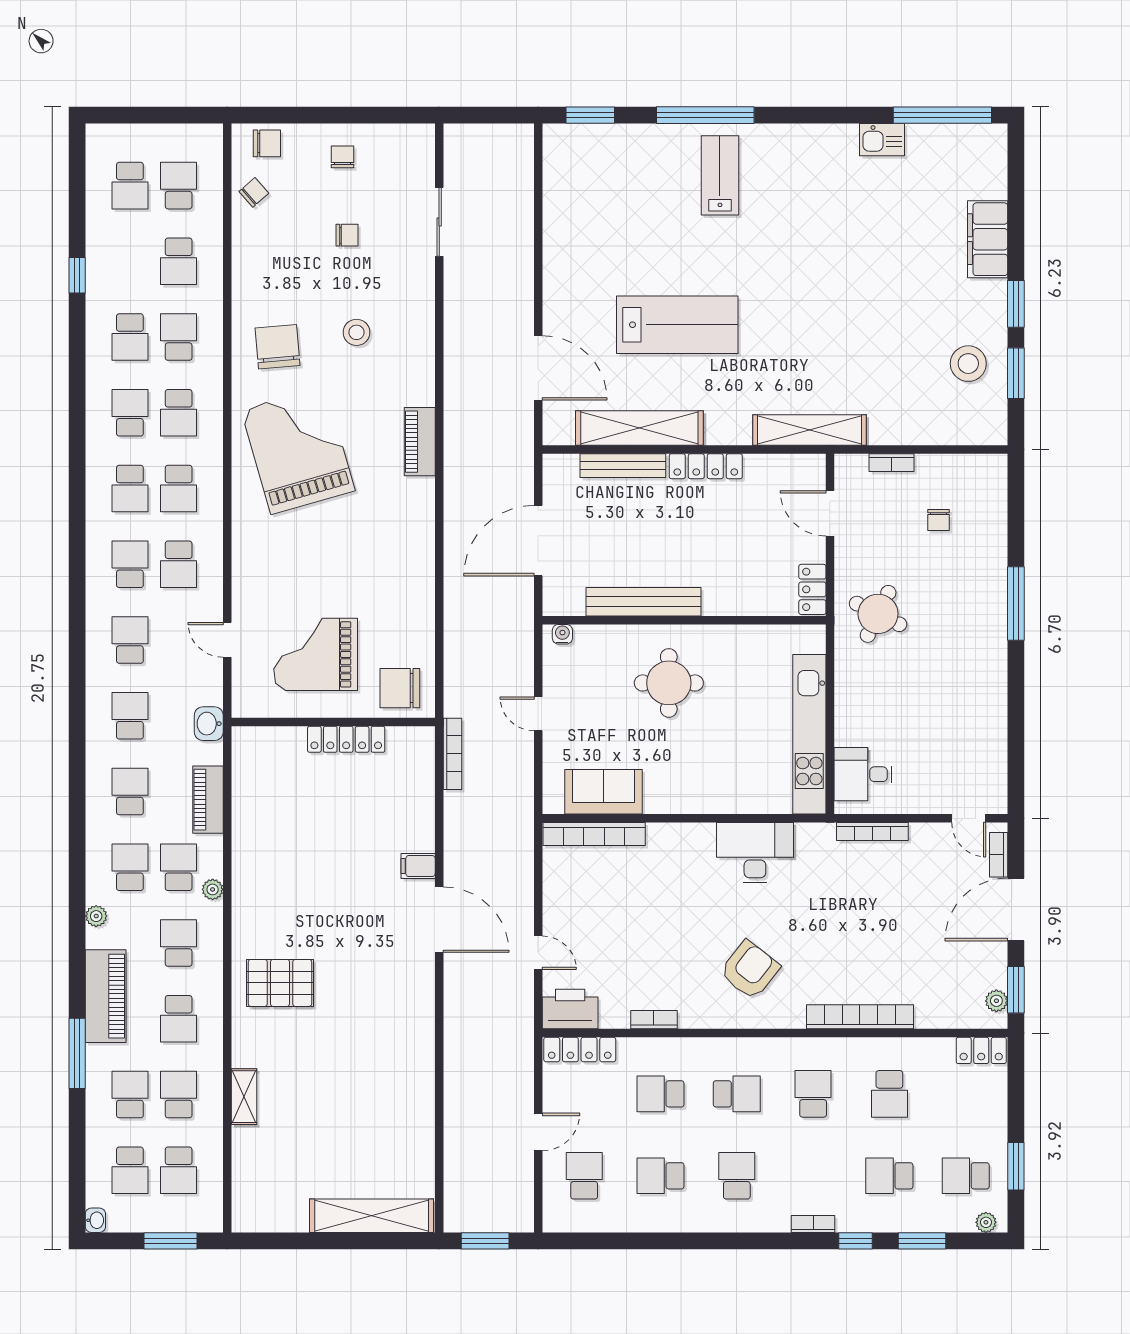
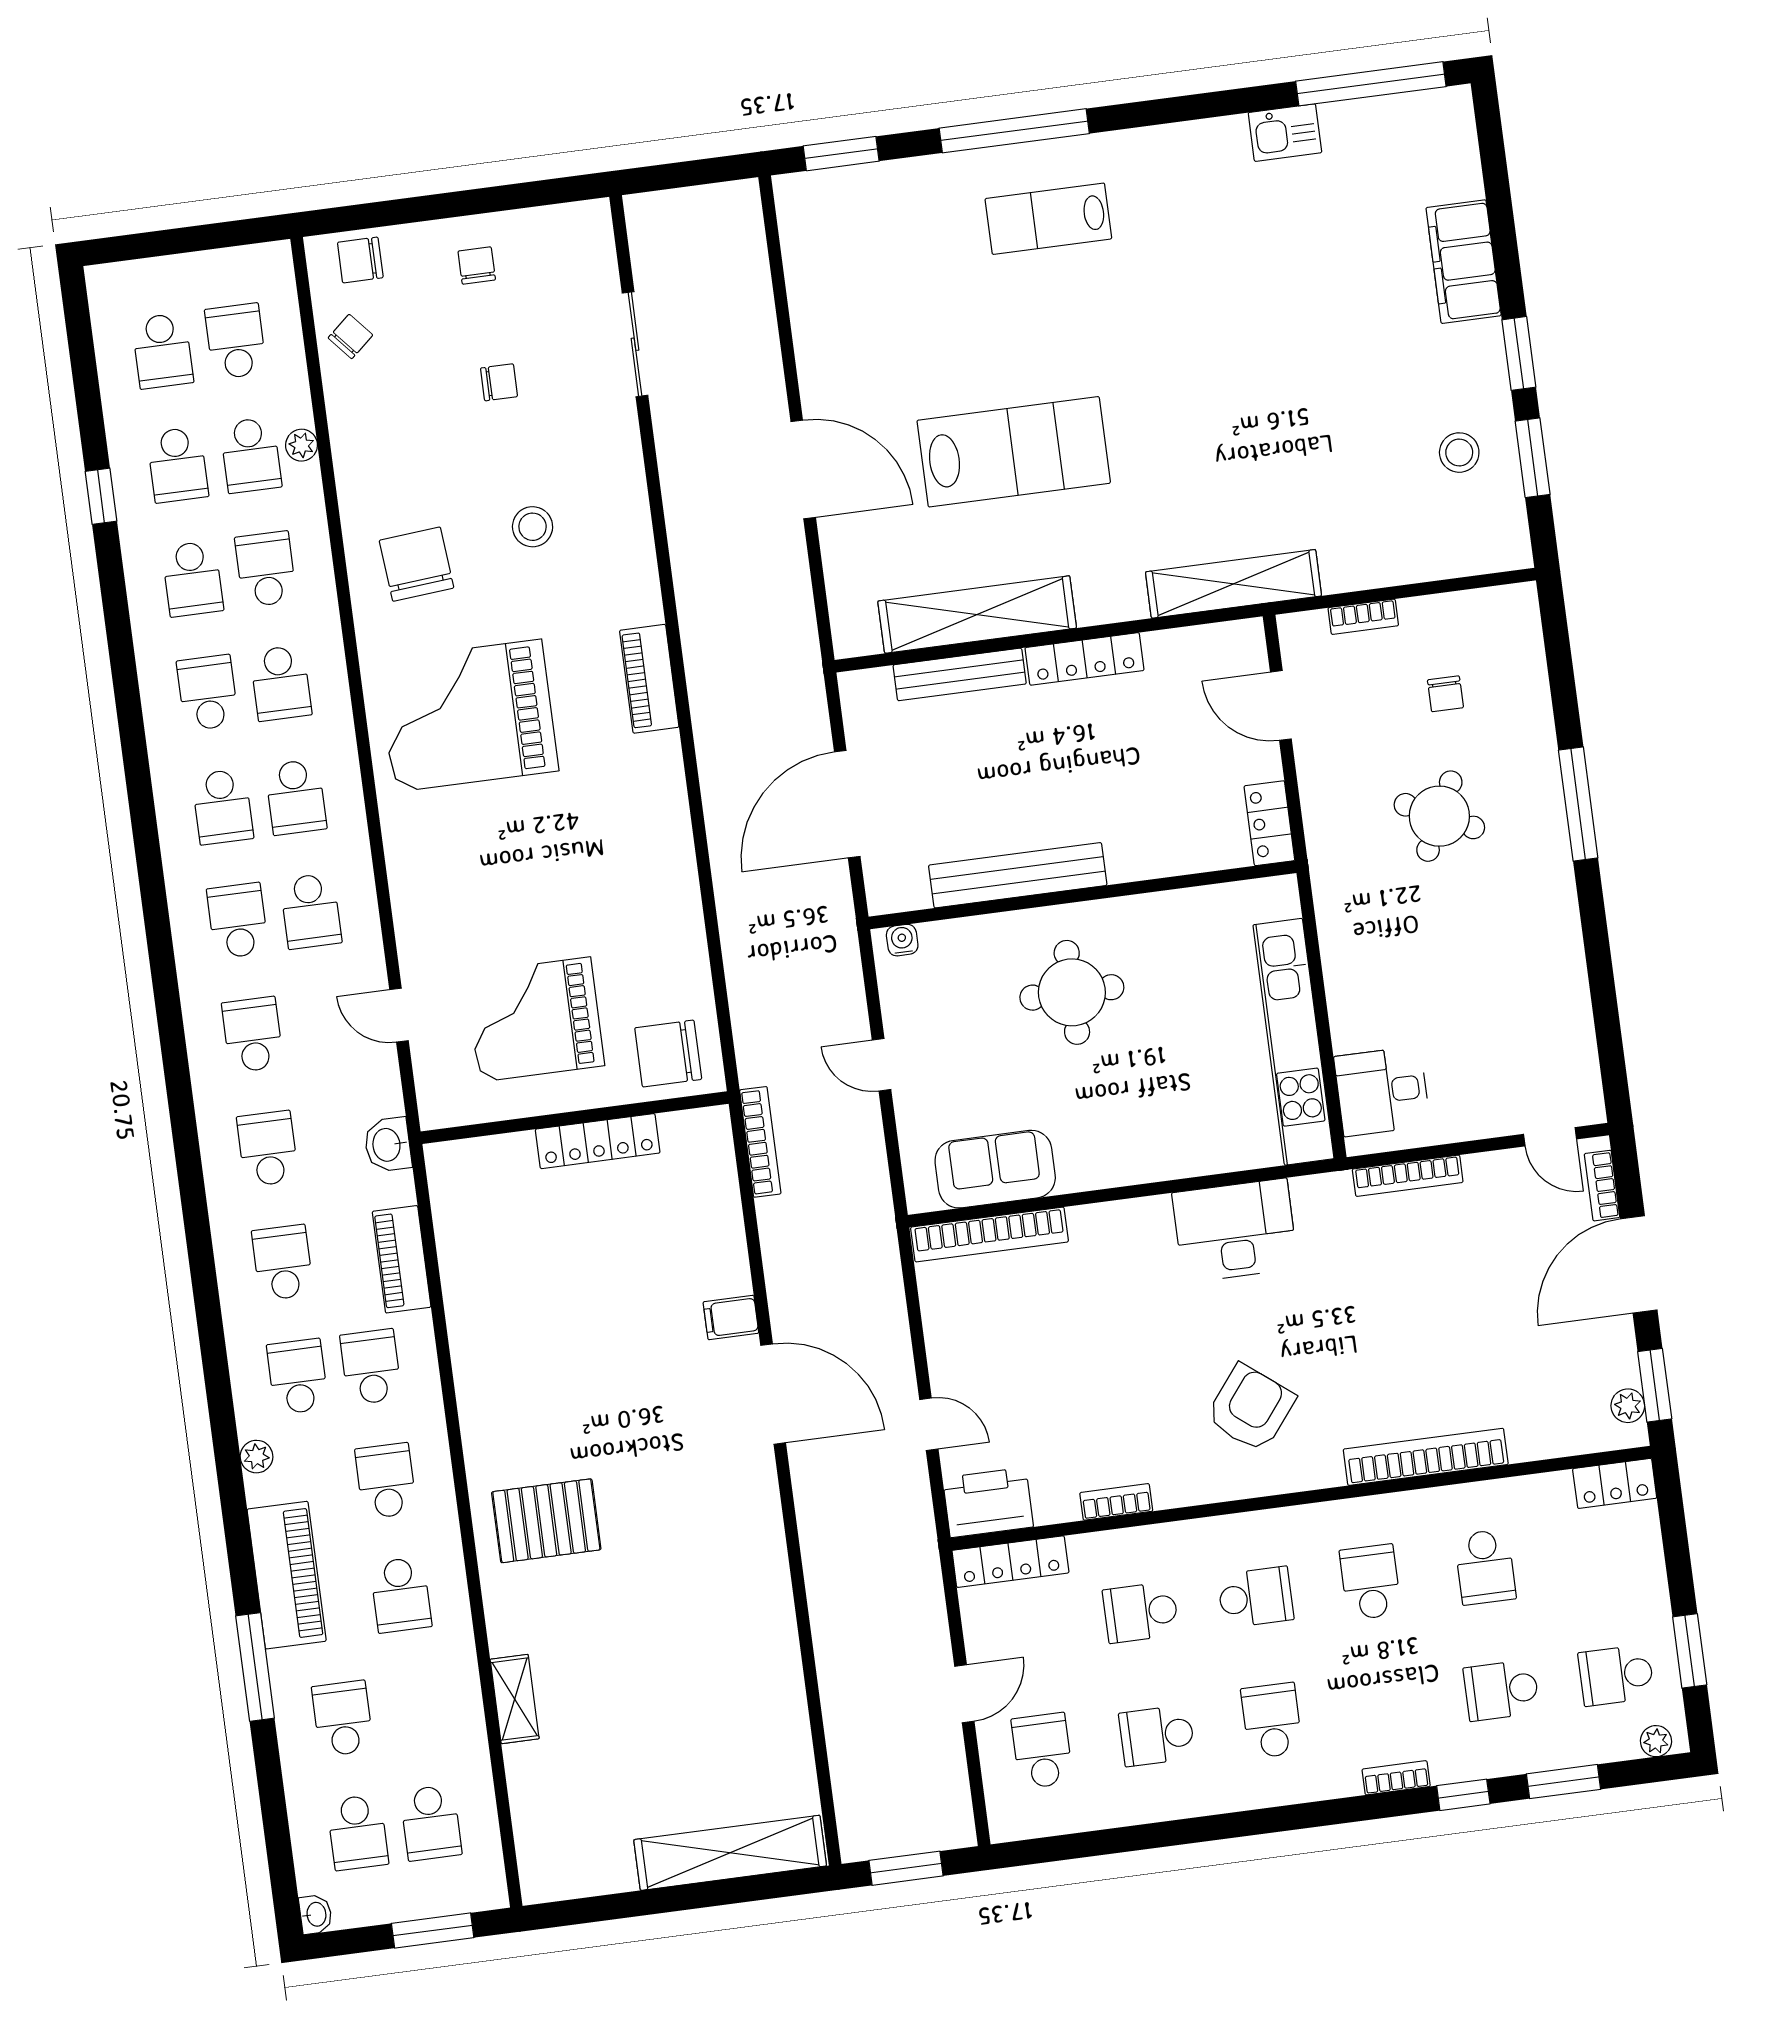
chair: (267, 143) -> (360, 260), turned 180
lab bench: (720, 175) -> (1048, 219), turned -90
stool: (968, 364) -> (1459, 453), width x0.73, depth x0.73
door: (538, 368) -> (803, 469), moved
grand piano: (298, 450) -> (468, 716), turned -74
round table: (878, 614) -> (1439, 816), moved
plant: (213, 889) -> (302, 445), moved
school desk: (179, 1095) -> (178, 465), moved, turned 180

